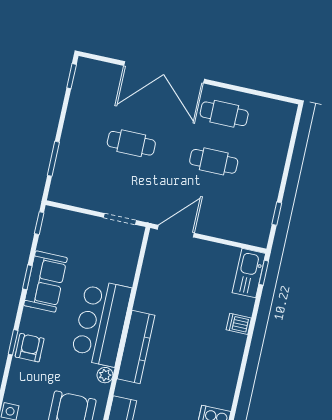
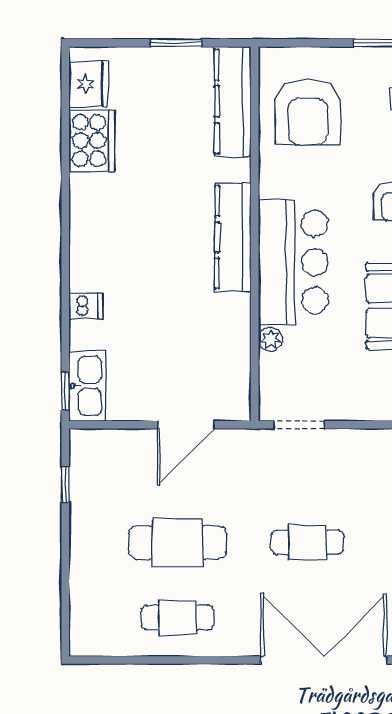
double door: (164, 72) -> (324, 660), moved
cafe table: (214, 161) -> (177, 542), width x1.37, depth x1.35
door: (176, 231) -> (186, 425), moved
plant: (105, 375) -> (270, 339), moved

